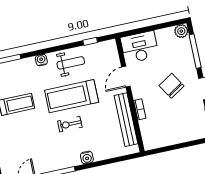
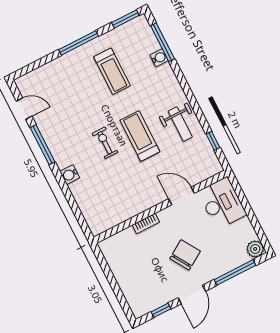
water cooler: (41, 60) -> (159, 58), moved
treadmill: (72, 96) -> (140, 136), width x0.73, depth x0.73
bench: (126, 120) -> (129, 210), removed

